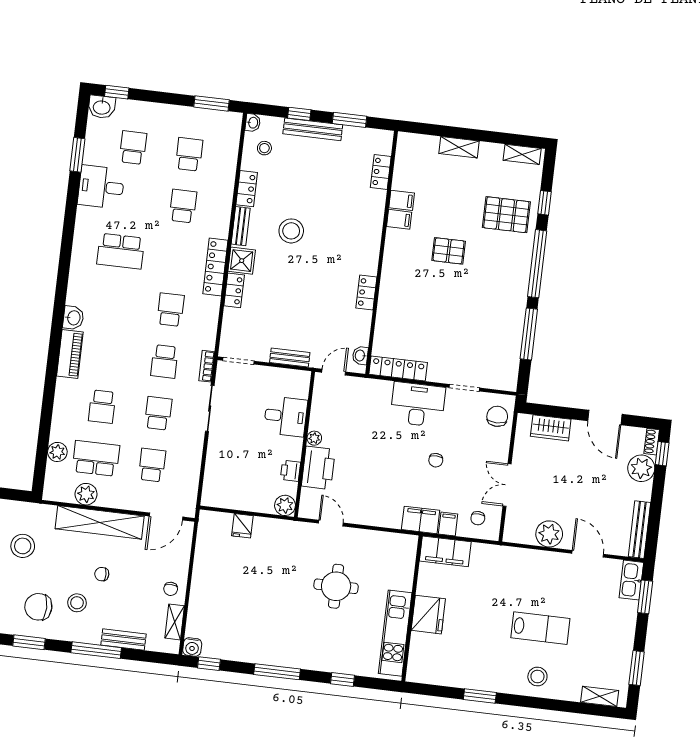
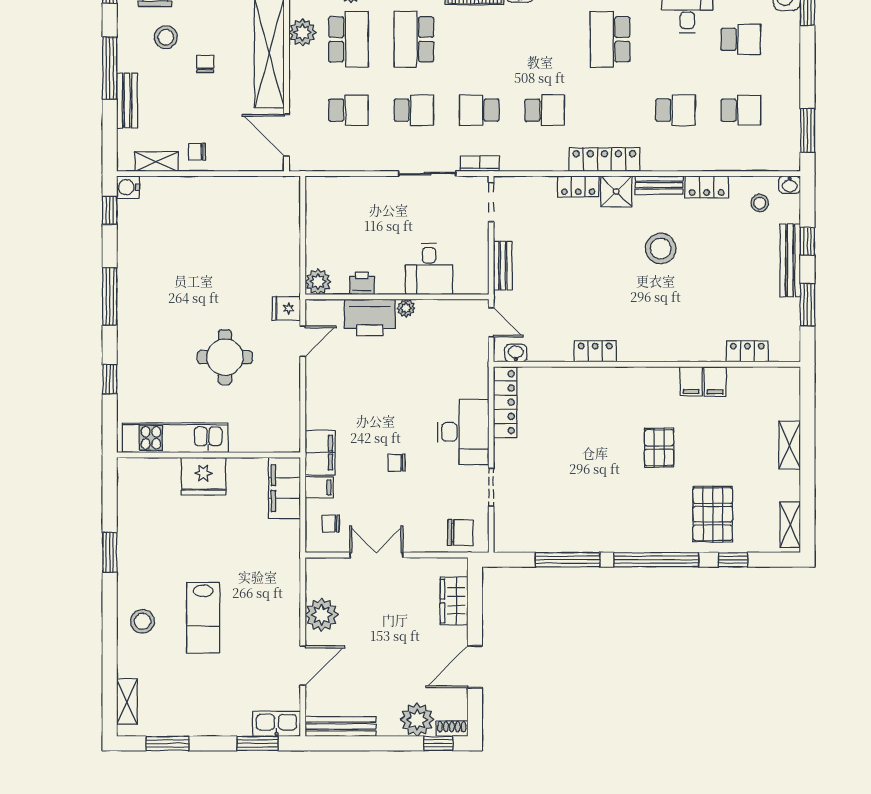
school desk: (102, 407) -> (414, 39), width x1.85
fridge: (242, 526) -> (286, 308), moved

